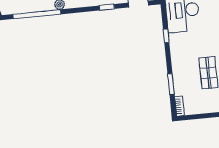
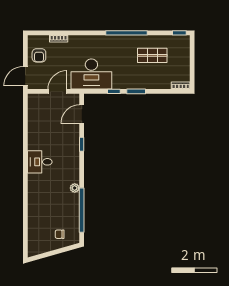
window: (171, 84) -> (136, 91), moved

